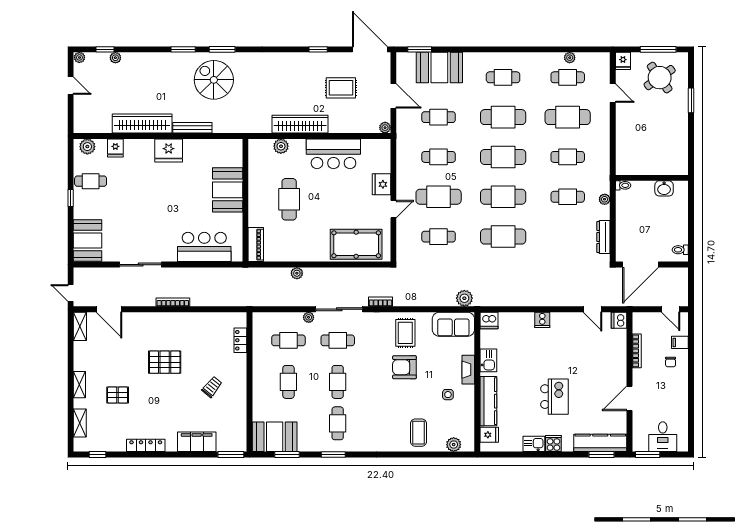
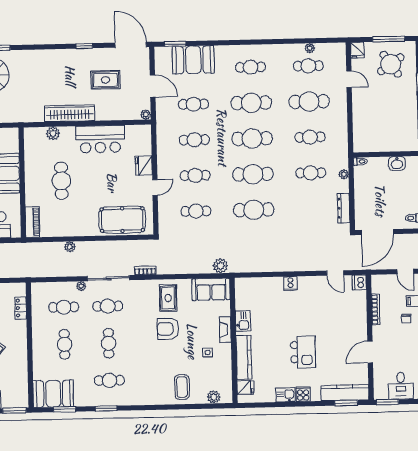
cafe table: (439, 197) -> (195, 175), width x0.73, depth x0.74
dishwasher: (489, 320) -> (243, 285), removed
cafe table: (338, 423) -> (109, 380), turned 90

